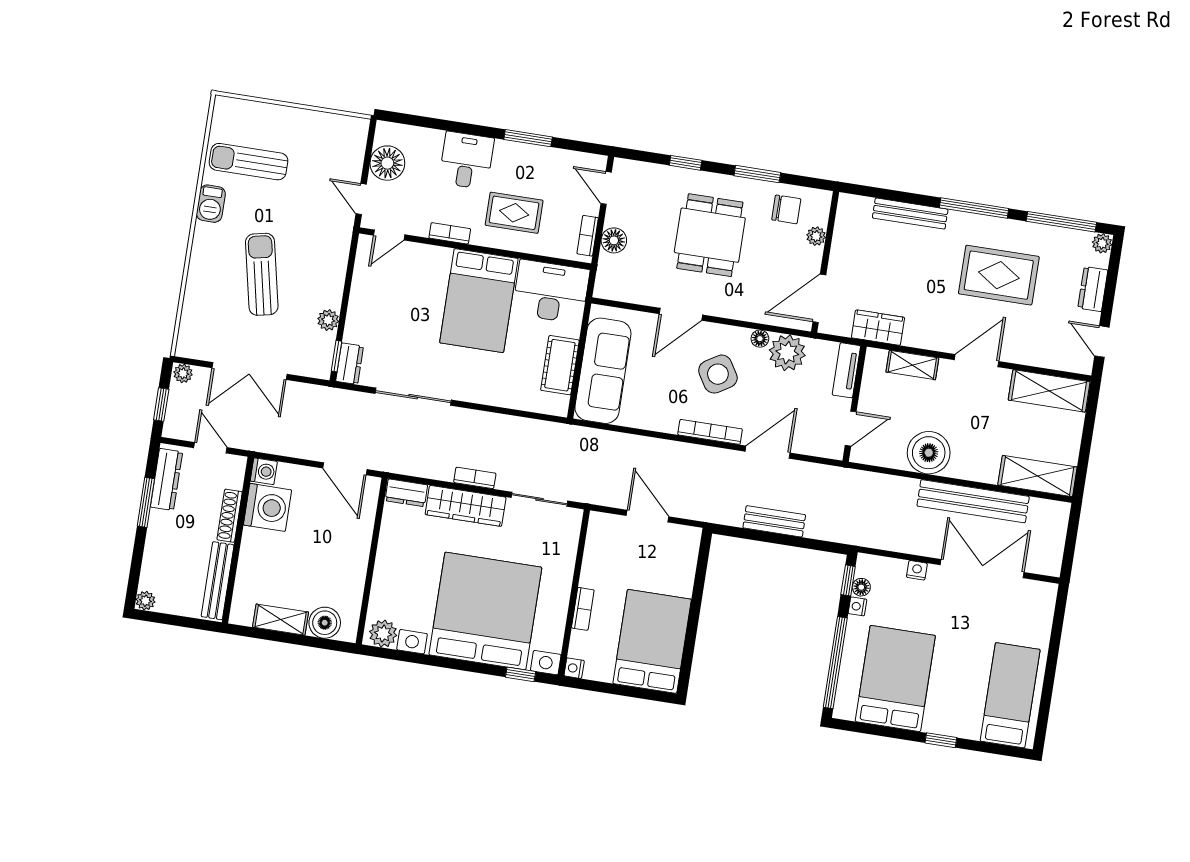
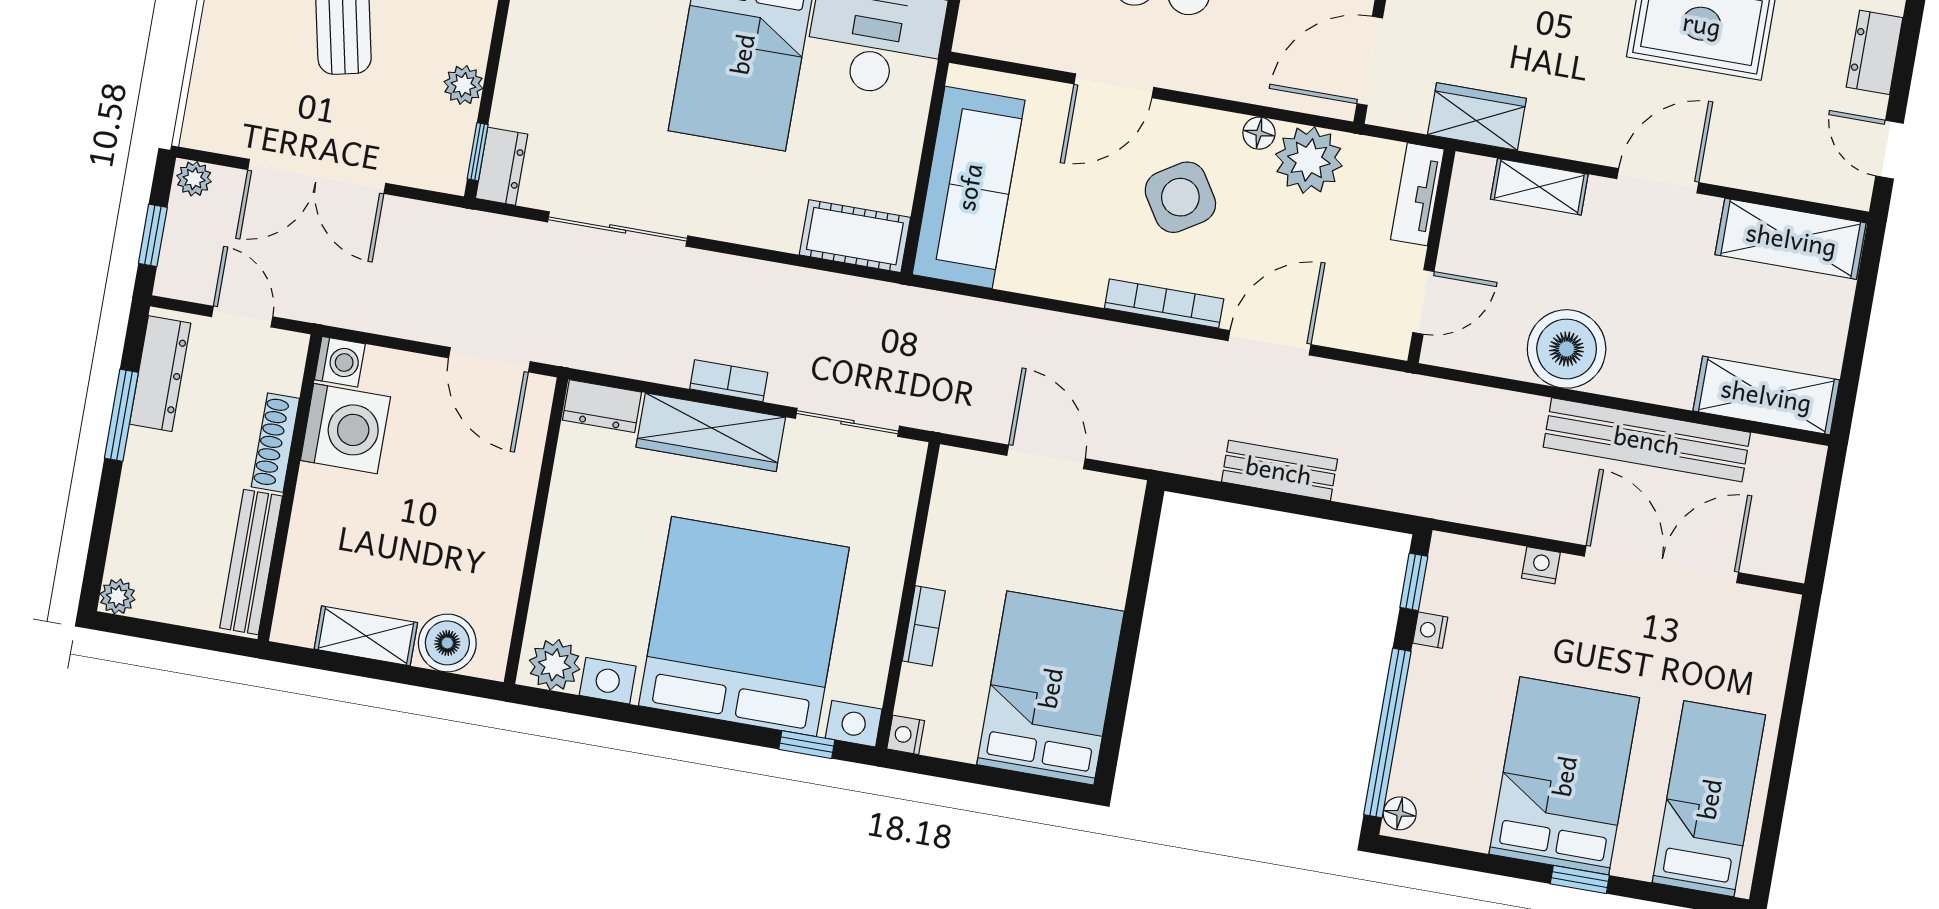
cot: (560, 365) -> (855, 236), moved, turned 90
floor lamp: (861, 587) -> (1400, 813), moved
bed: (895, 678) -> (1564, 776), moved

